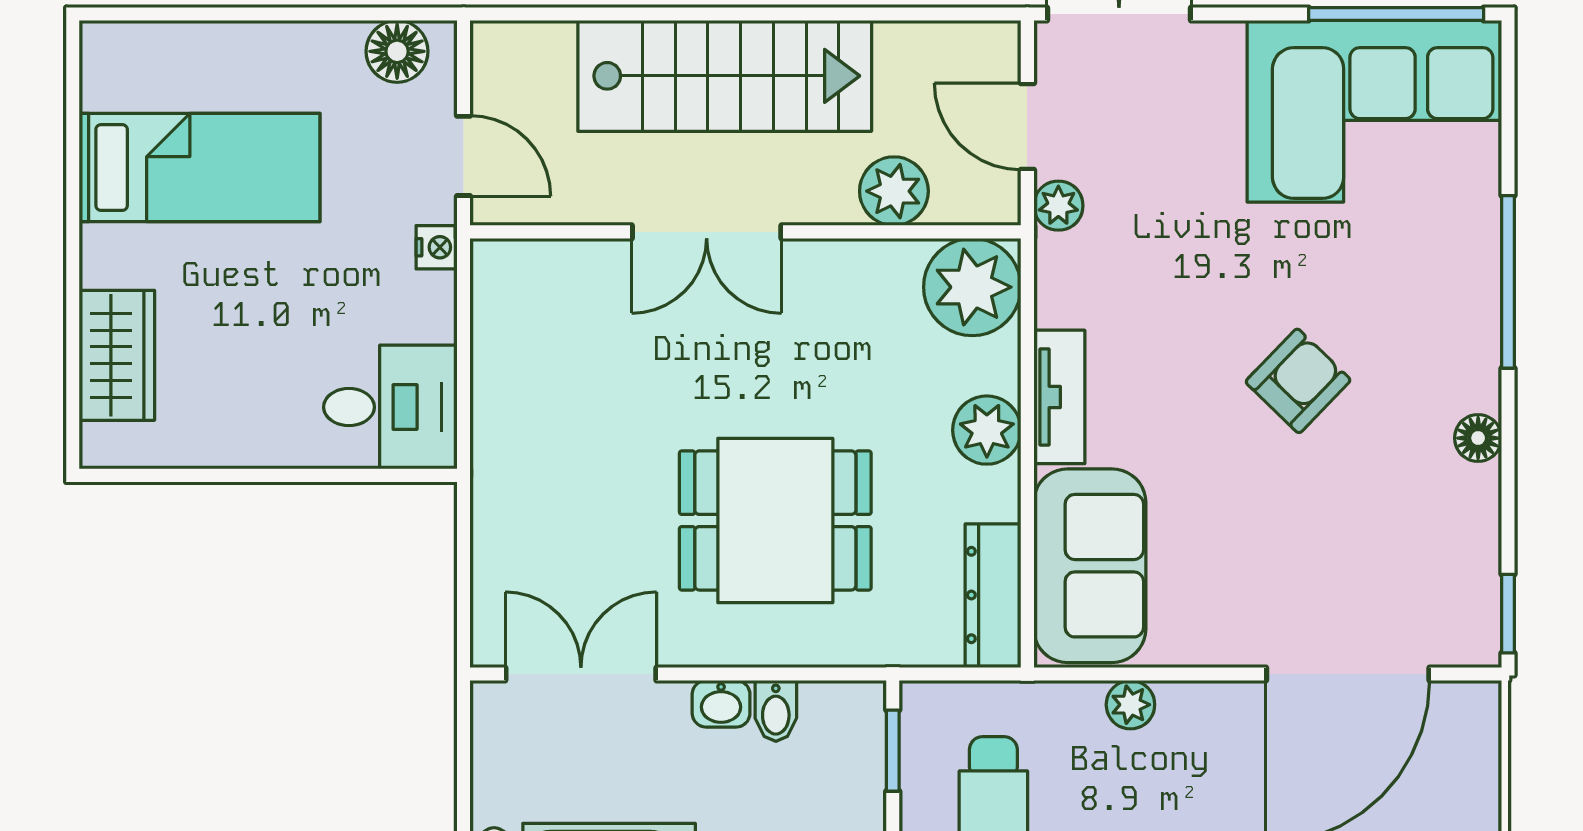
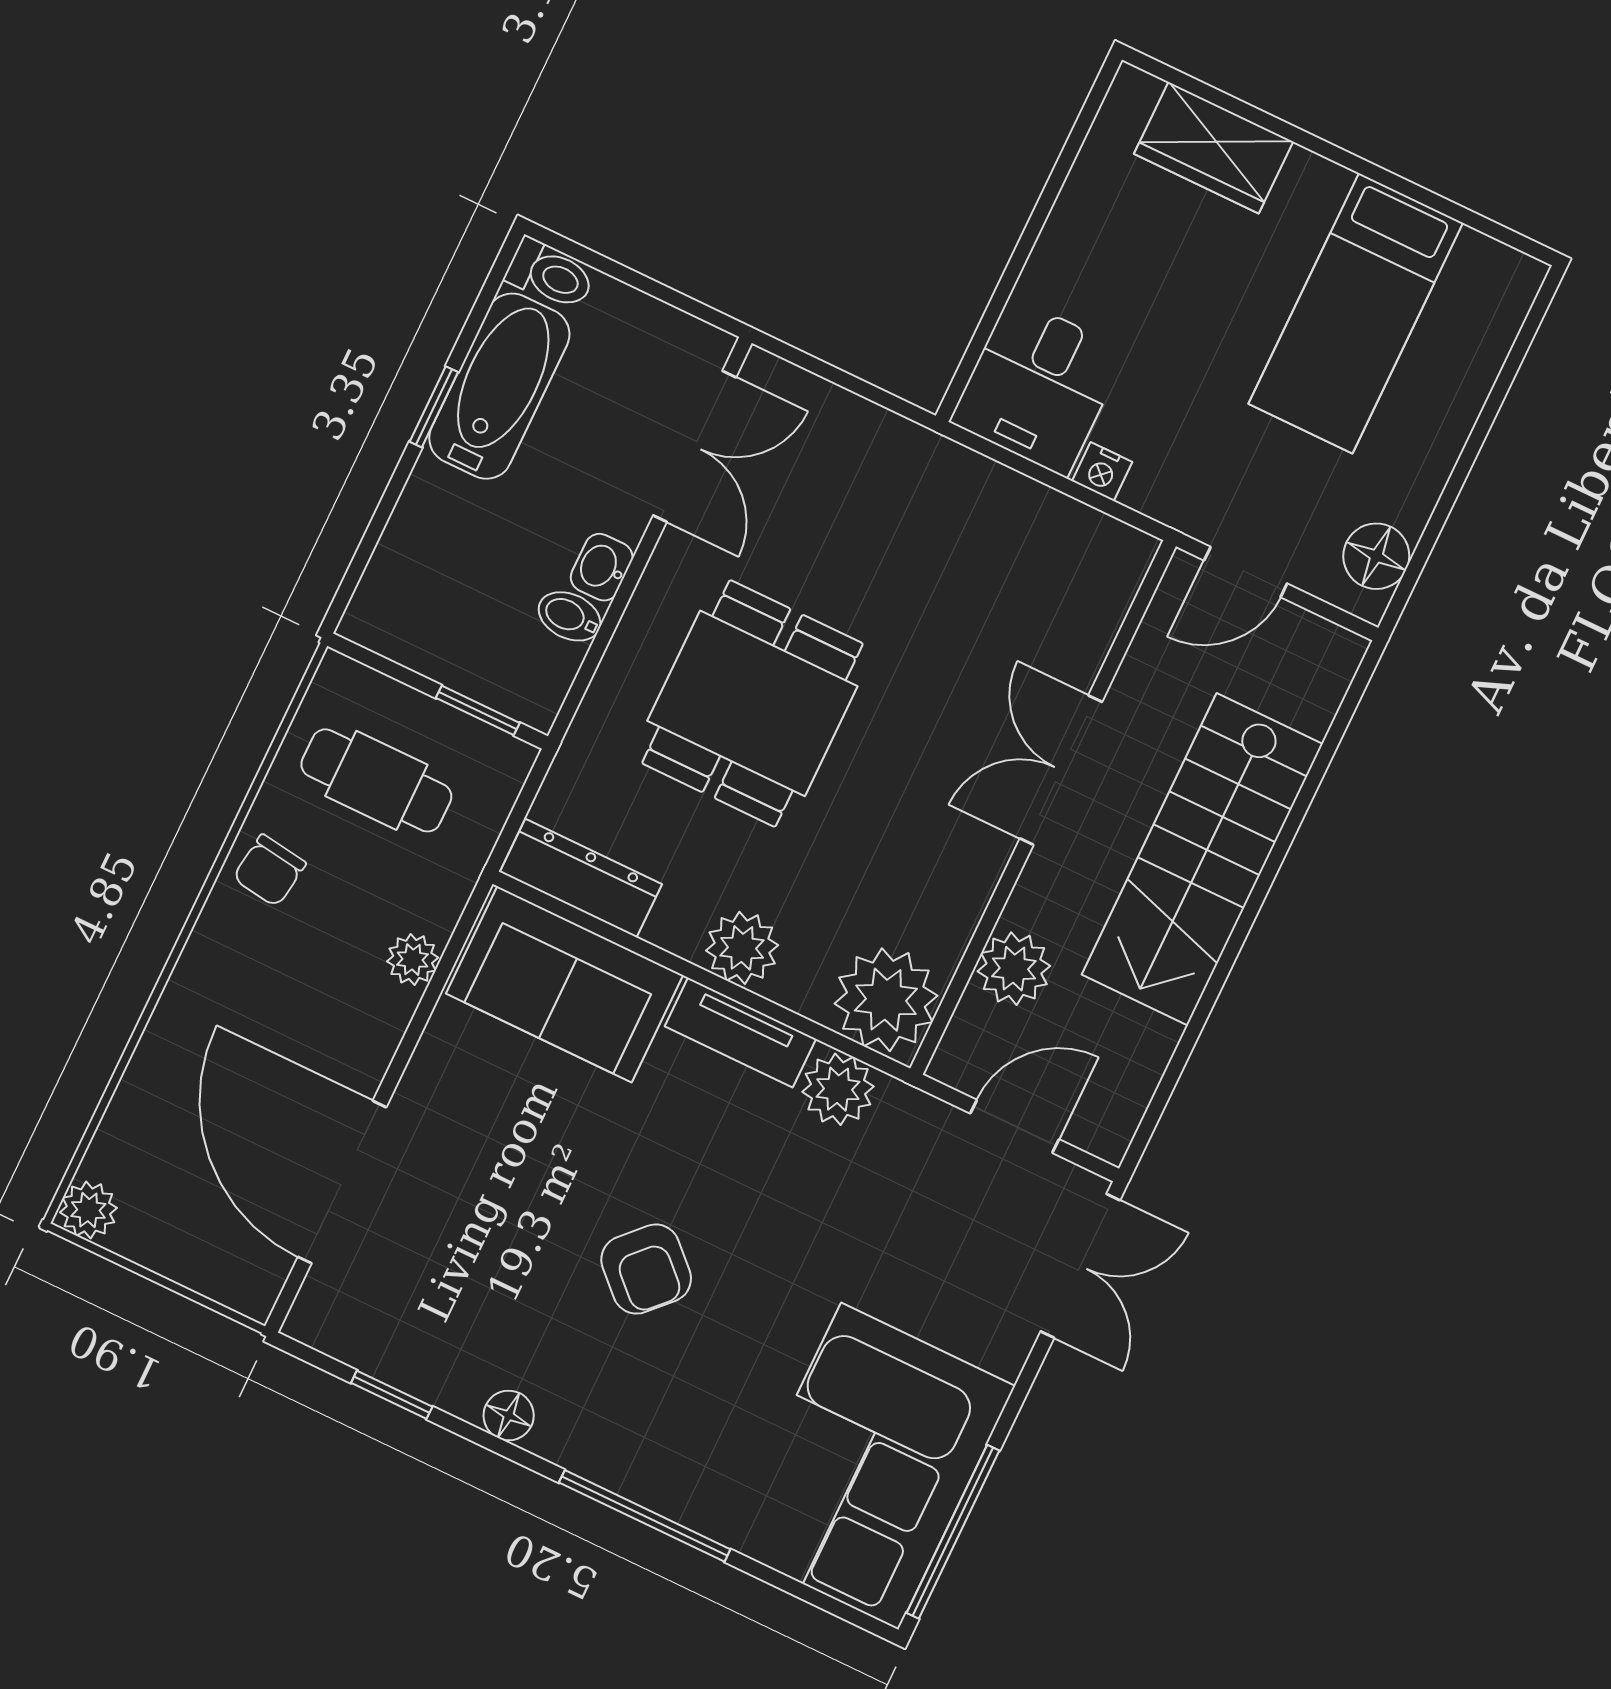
plant: (1058, 206) -> (838, 1089), moved, width x1.38, depth x1.38
nightstand: (437, 247) -> (1102, 471), moved
window: (1508, 614) -> (392, 1395), moved

